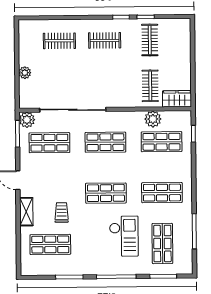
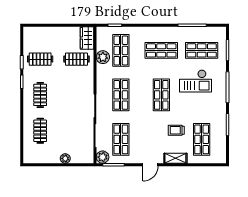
shop shelf: (162, 193) -> (161, 50), turned 90
checkout: (124, 236) -> (196, 81), turned 180

